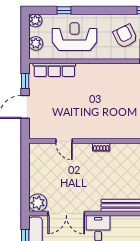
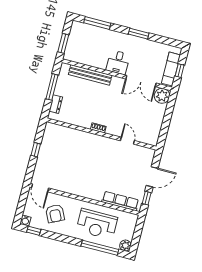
window: (64, 10) -> (100, 248), width x3.17
plant: (36, 43) -> (130, 227), removed
double door: (66, 214) -> (141, 81), swing flipped

